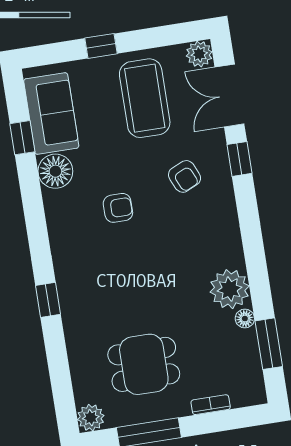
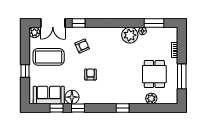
window: (31, 190) -> (78, 108), added
plant: (91, 418) -> (151, 99), moved

